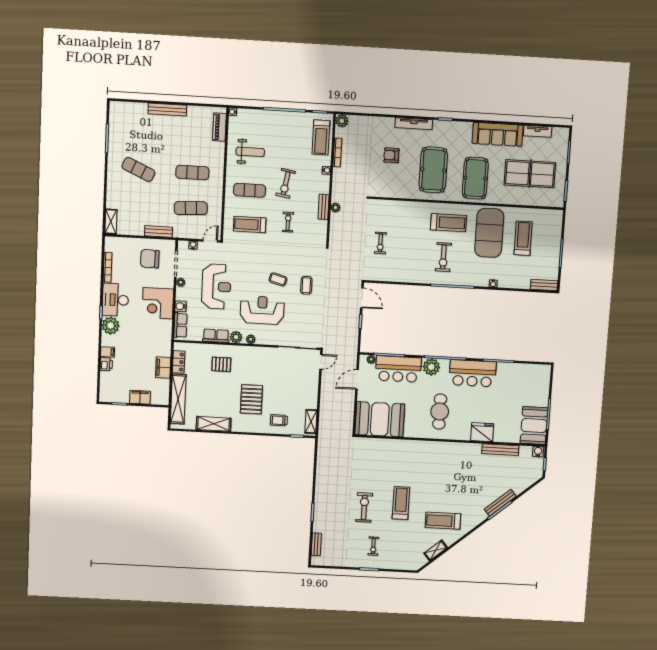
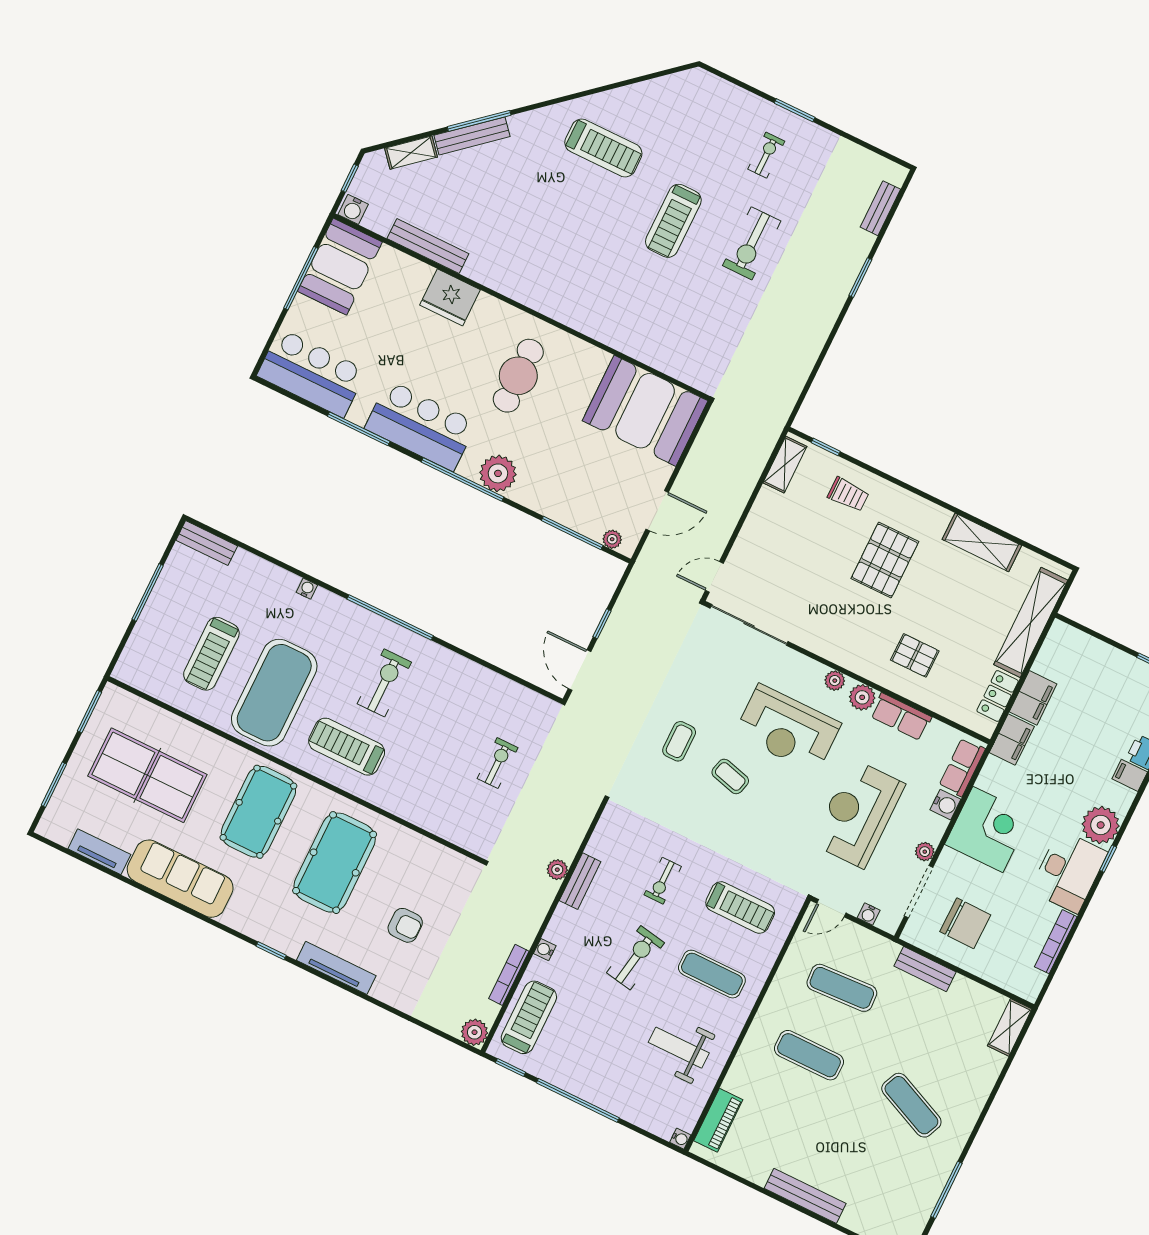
bar counter: (398, 369) -> (312, 373), moved
filing cabinet: (140, 397) -> (1012, 740), moved, turned -90
shelving: (436, 550) -> (411, 153), moved

